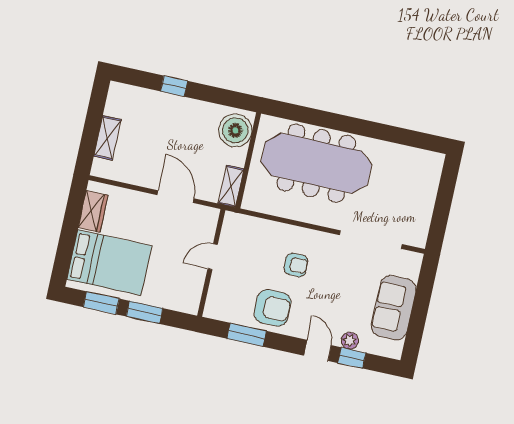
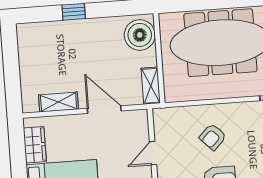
shelving: (107, 138) -> (59, 102), moved, turned 90
armchair: (296, 265) -> (213, 137), moved, turned 135

